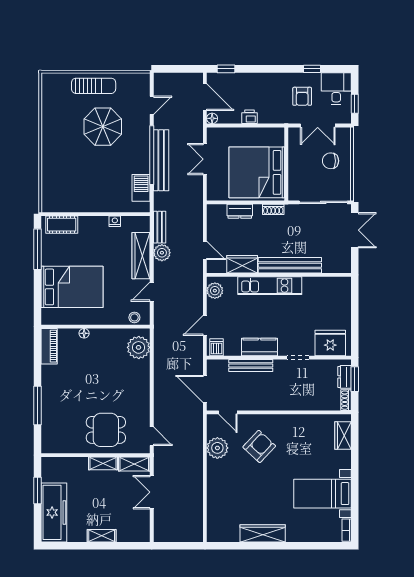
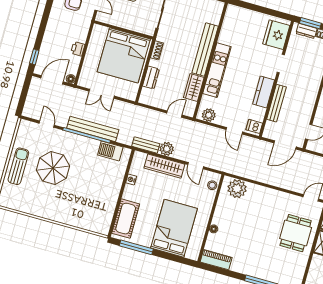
cot: (62, 225) -> (126, 219), width x1.37, depth x1.34

